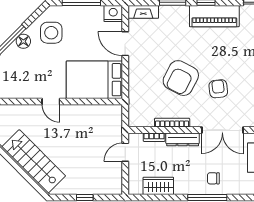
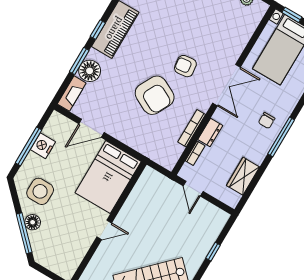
nightstand: (113, 14) -> (43, 146), moved
floor lamp: (170, 15) -> (90, 71), added
dresser: (183, 139) -> (210, 132), width x0.70

